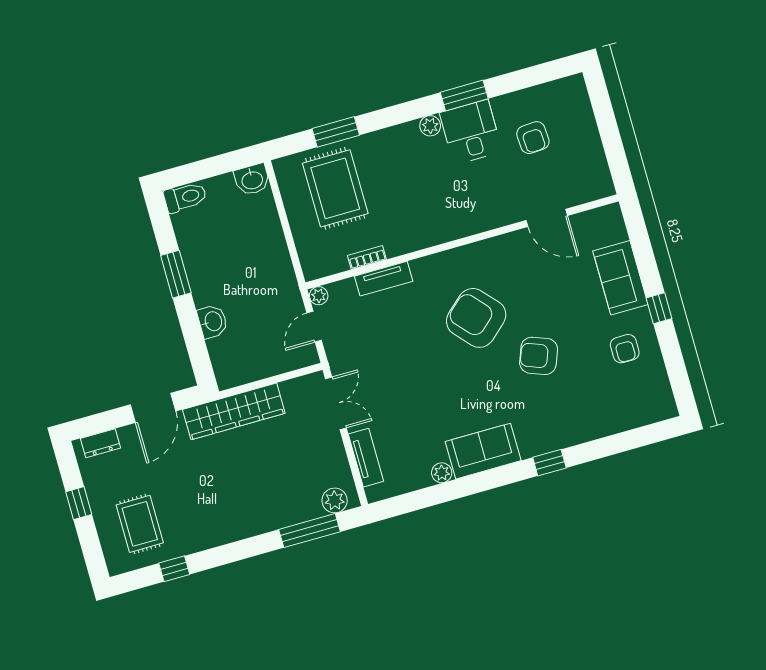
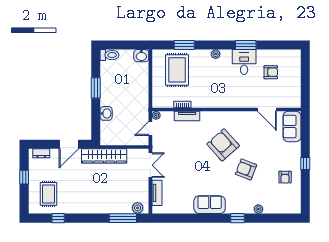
plant: (430, 126) -> (216, 54), moved
armchair: (533, 138) -> (271, 72), turned -87
sofa: (620, 278) -> (292, 126), moved
plant: (442, 473) -> (258, 209), moved

